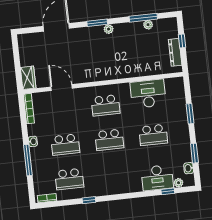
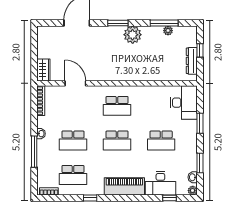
plant: (109, 29) -> (133, 35), width x1.87, depth x1.87
desk: (148, 94) -> (184, 103), moved, turned 90
plant: (179, 183) -> (193, 191), moved
piano: (122, 185) -> (124, 186), added

